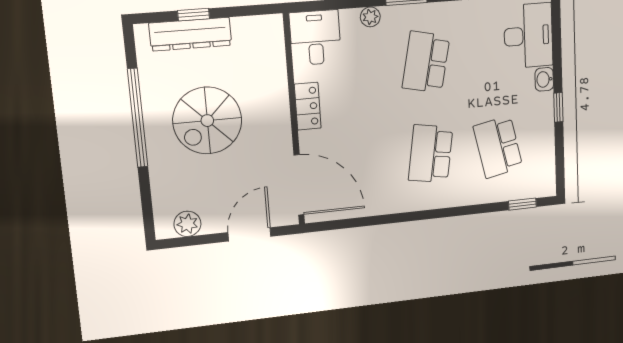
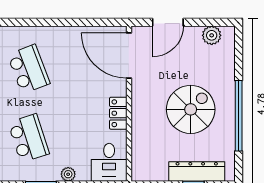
school desk: (426, 62) -> (29, 138), turned -30
school desk: (431, 154) -> (29, 69), turned -30

